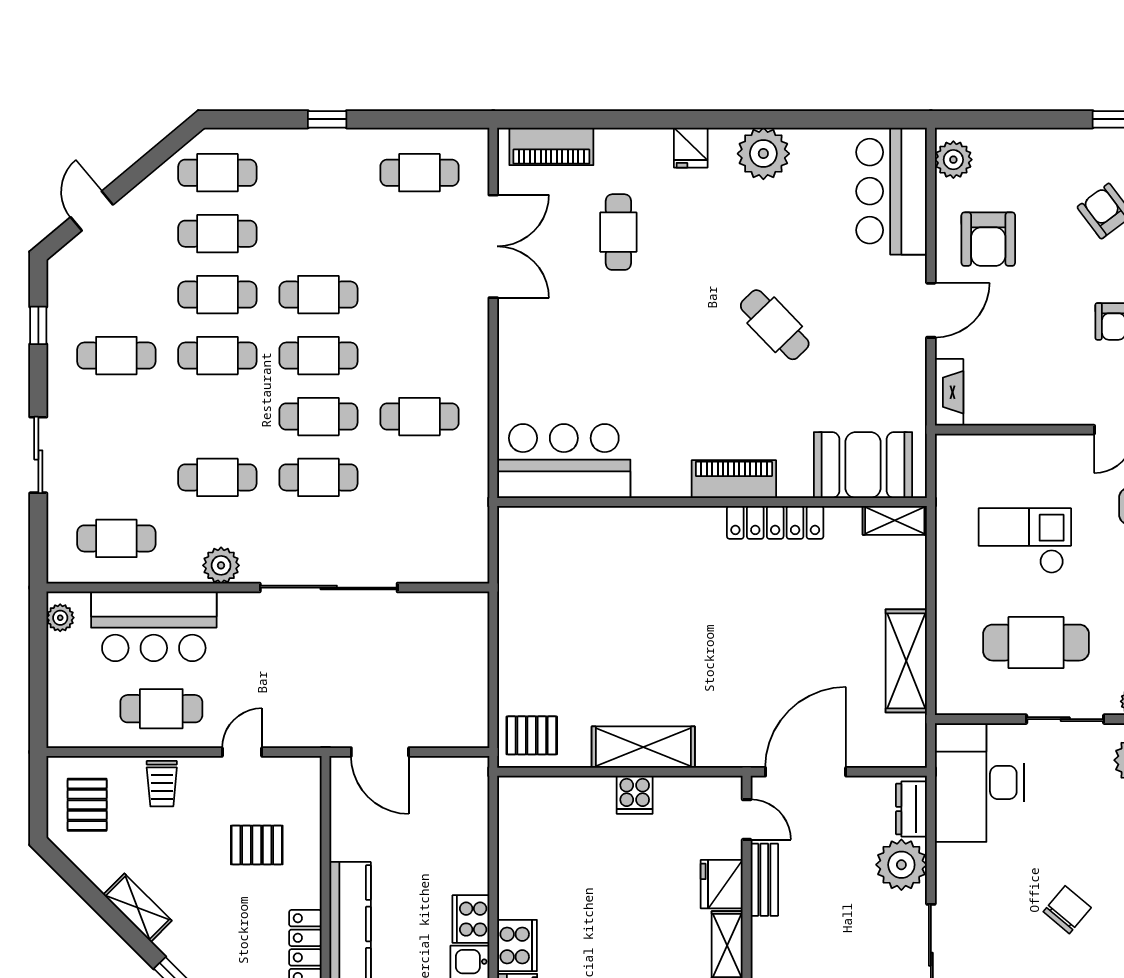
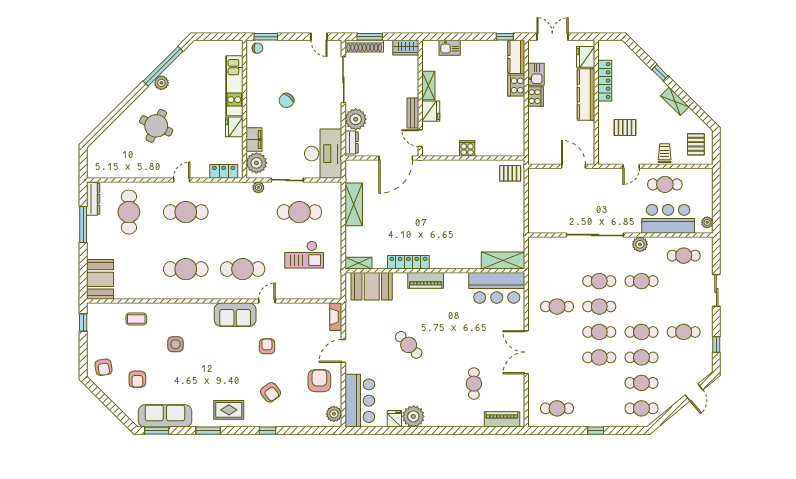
fridge: (691, 148) -> (394, 419), moved
double door: (493, 246) -> (526, 352), moved
shelving: (643, 747) -> (503, 261), moved

